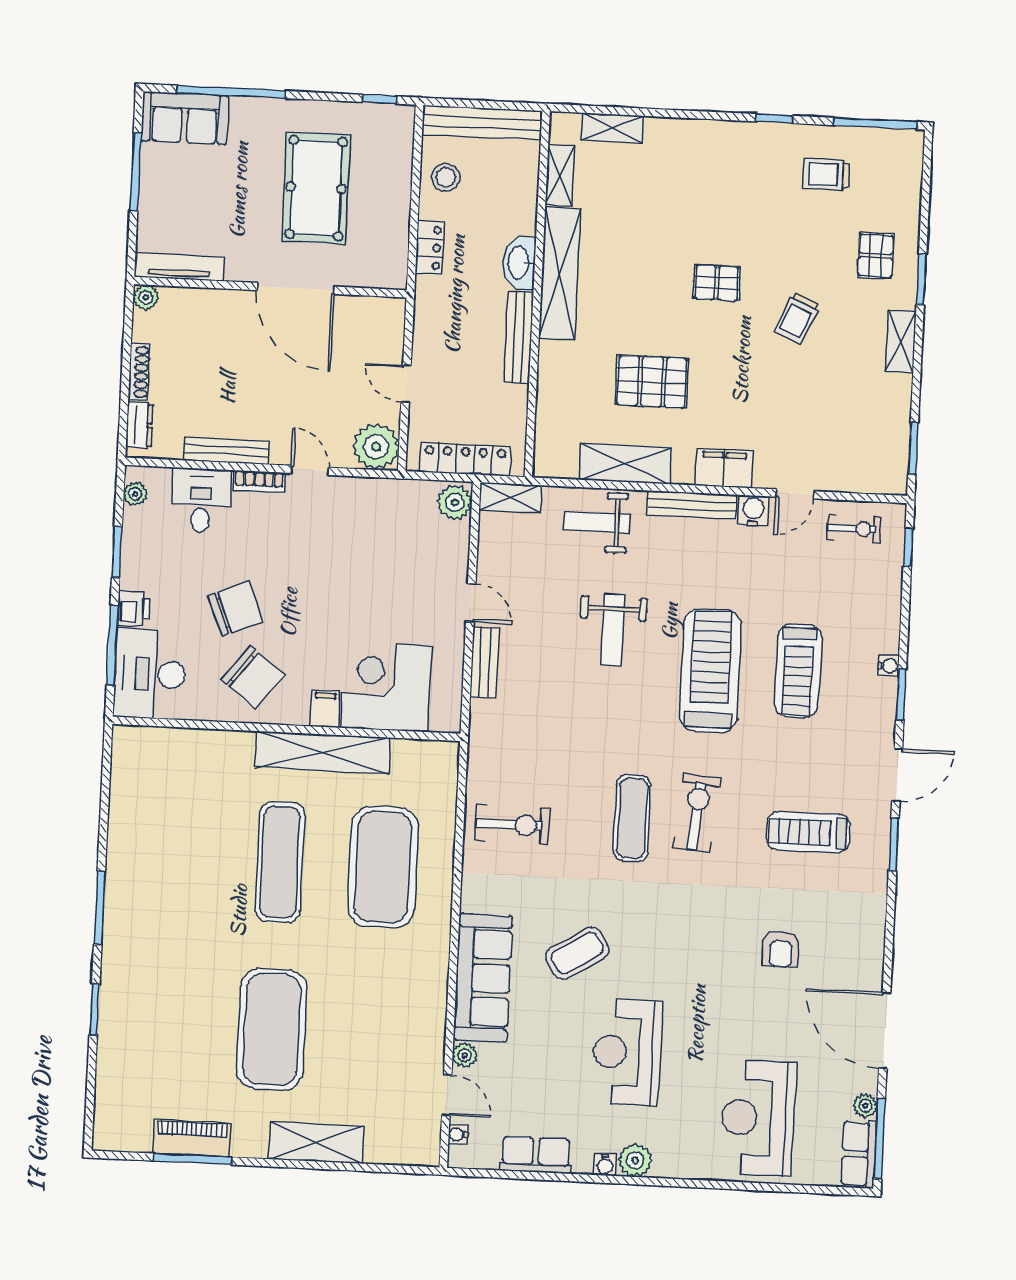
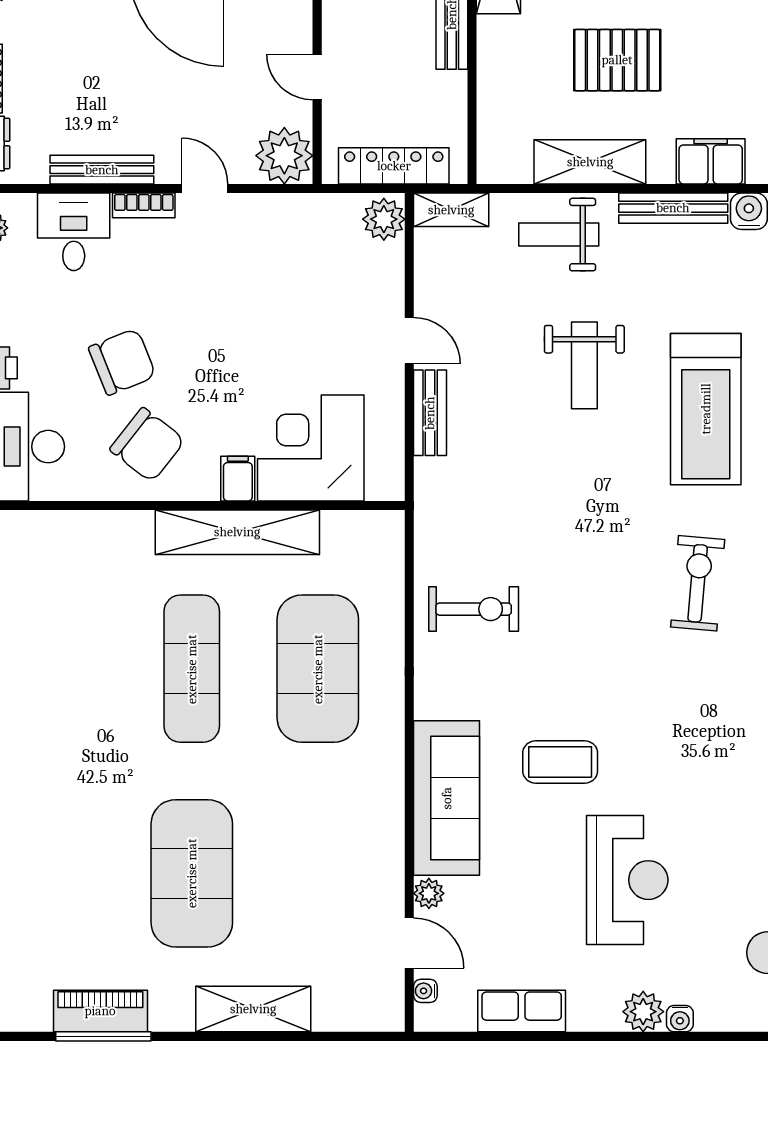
treadmill: (710, 671) -> (706, 409), turned 180
exercise mat: (632, 818) -> (619, 594), removed
coffee table: (577, 953) -> (560, 762), turned 32
reception desk: (627, 1052) -> (627, 880), turned 180
water cooler: (605, 1165) -> (680, 1019), moved

